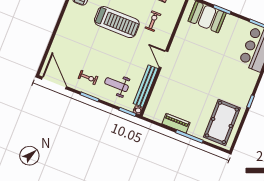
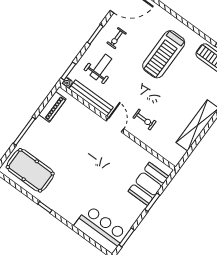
exercise bike: (153, 21) -> (144, 120), moved
treadmill: (117, 22) -> (164, 54), moved
door: (163, 59) -> (115, 125), hinge flipped
piano: (176, 123) -> (52, 107), moved

